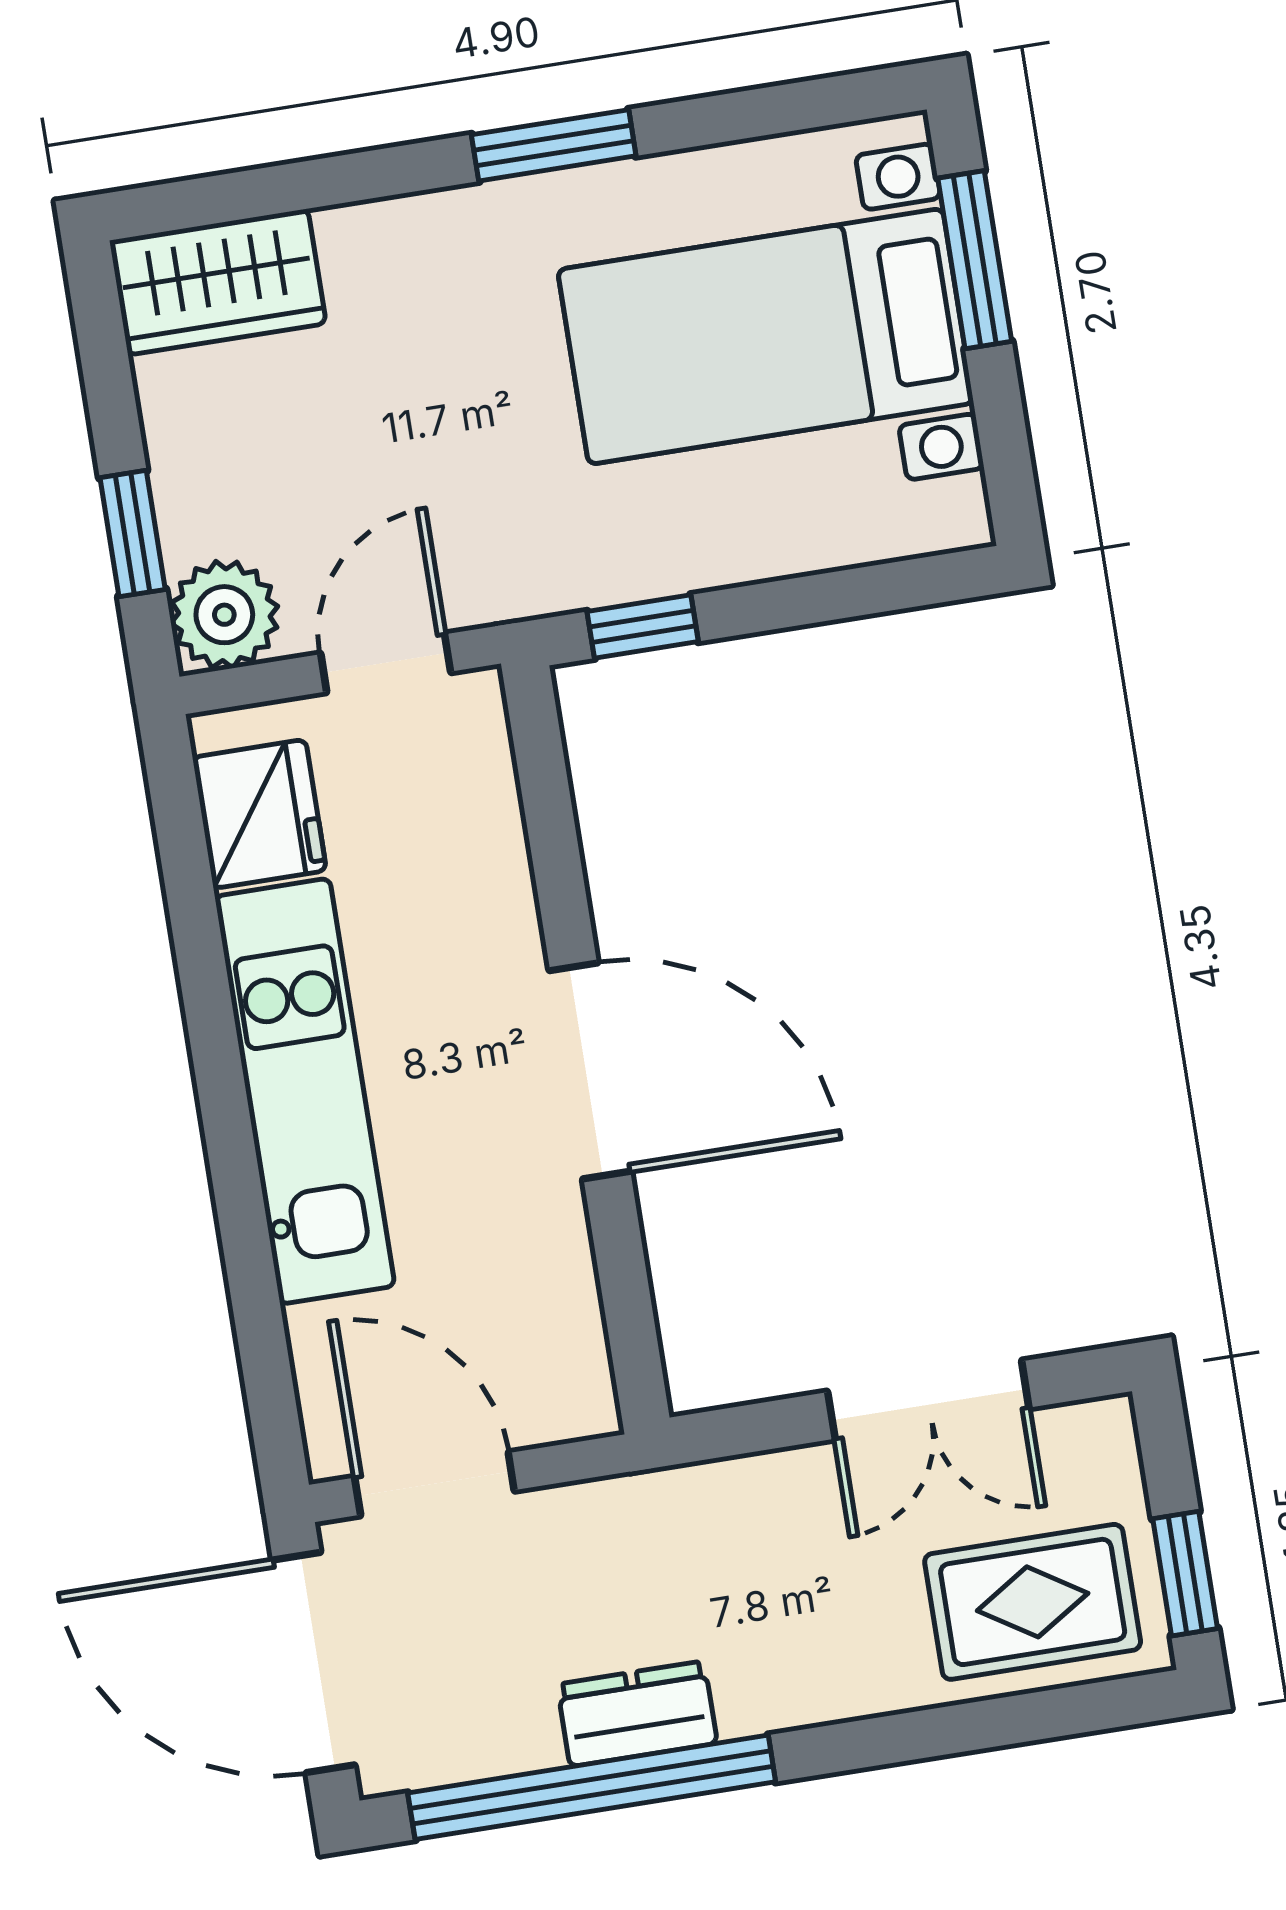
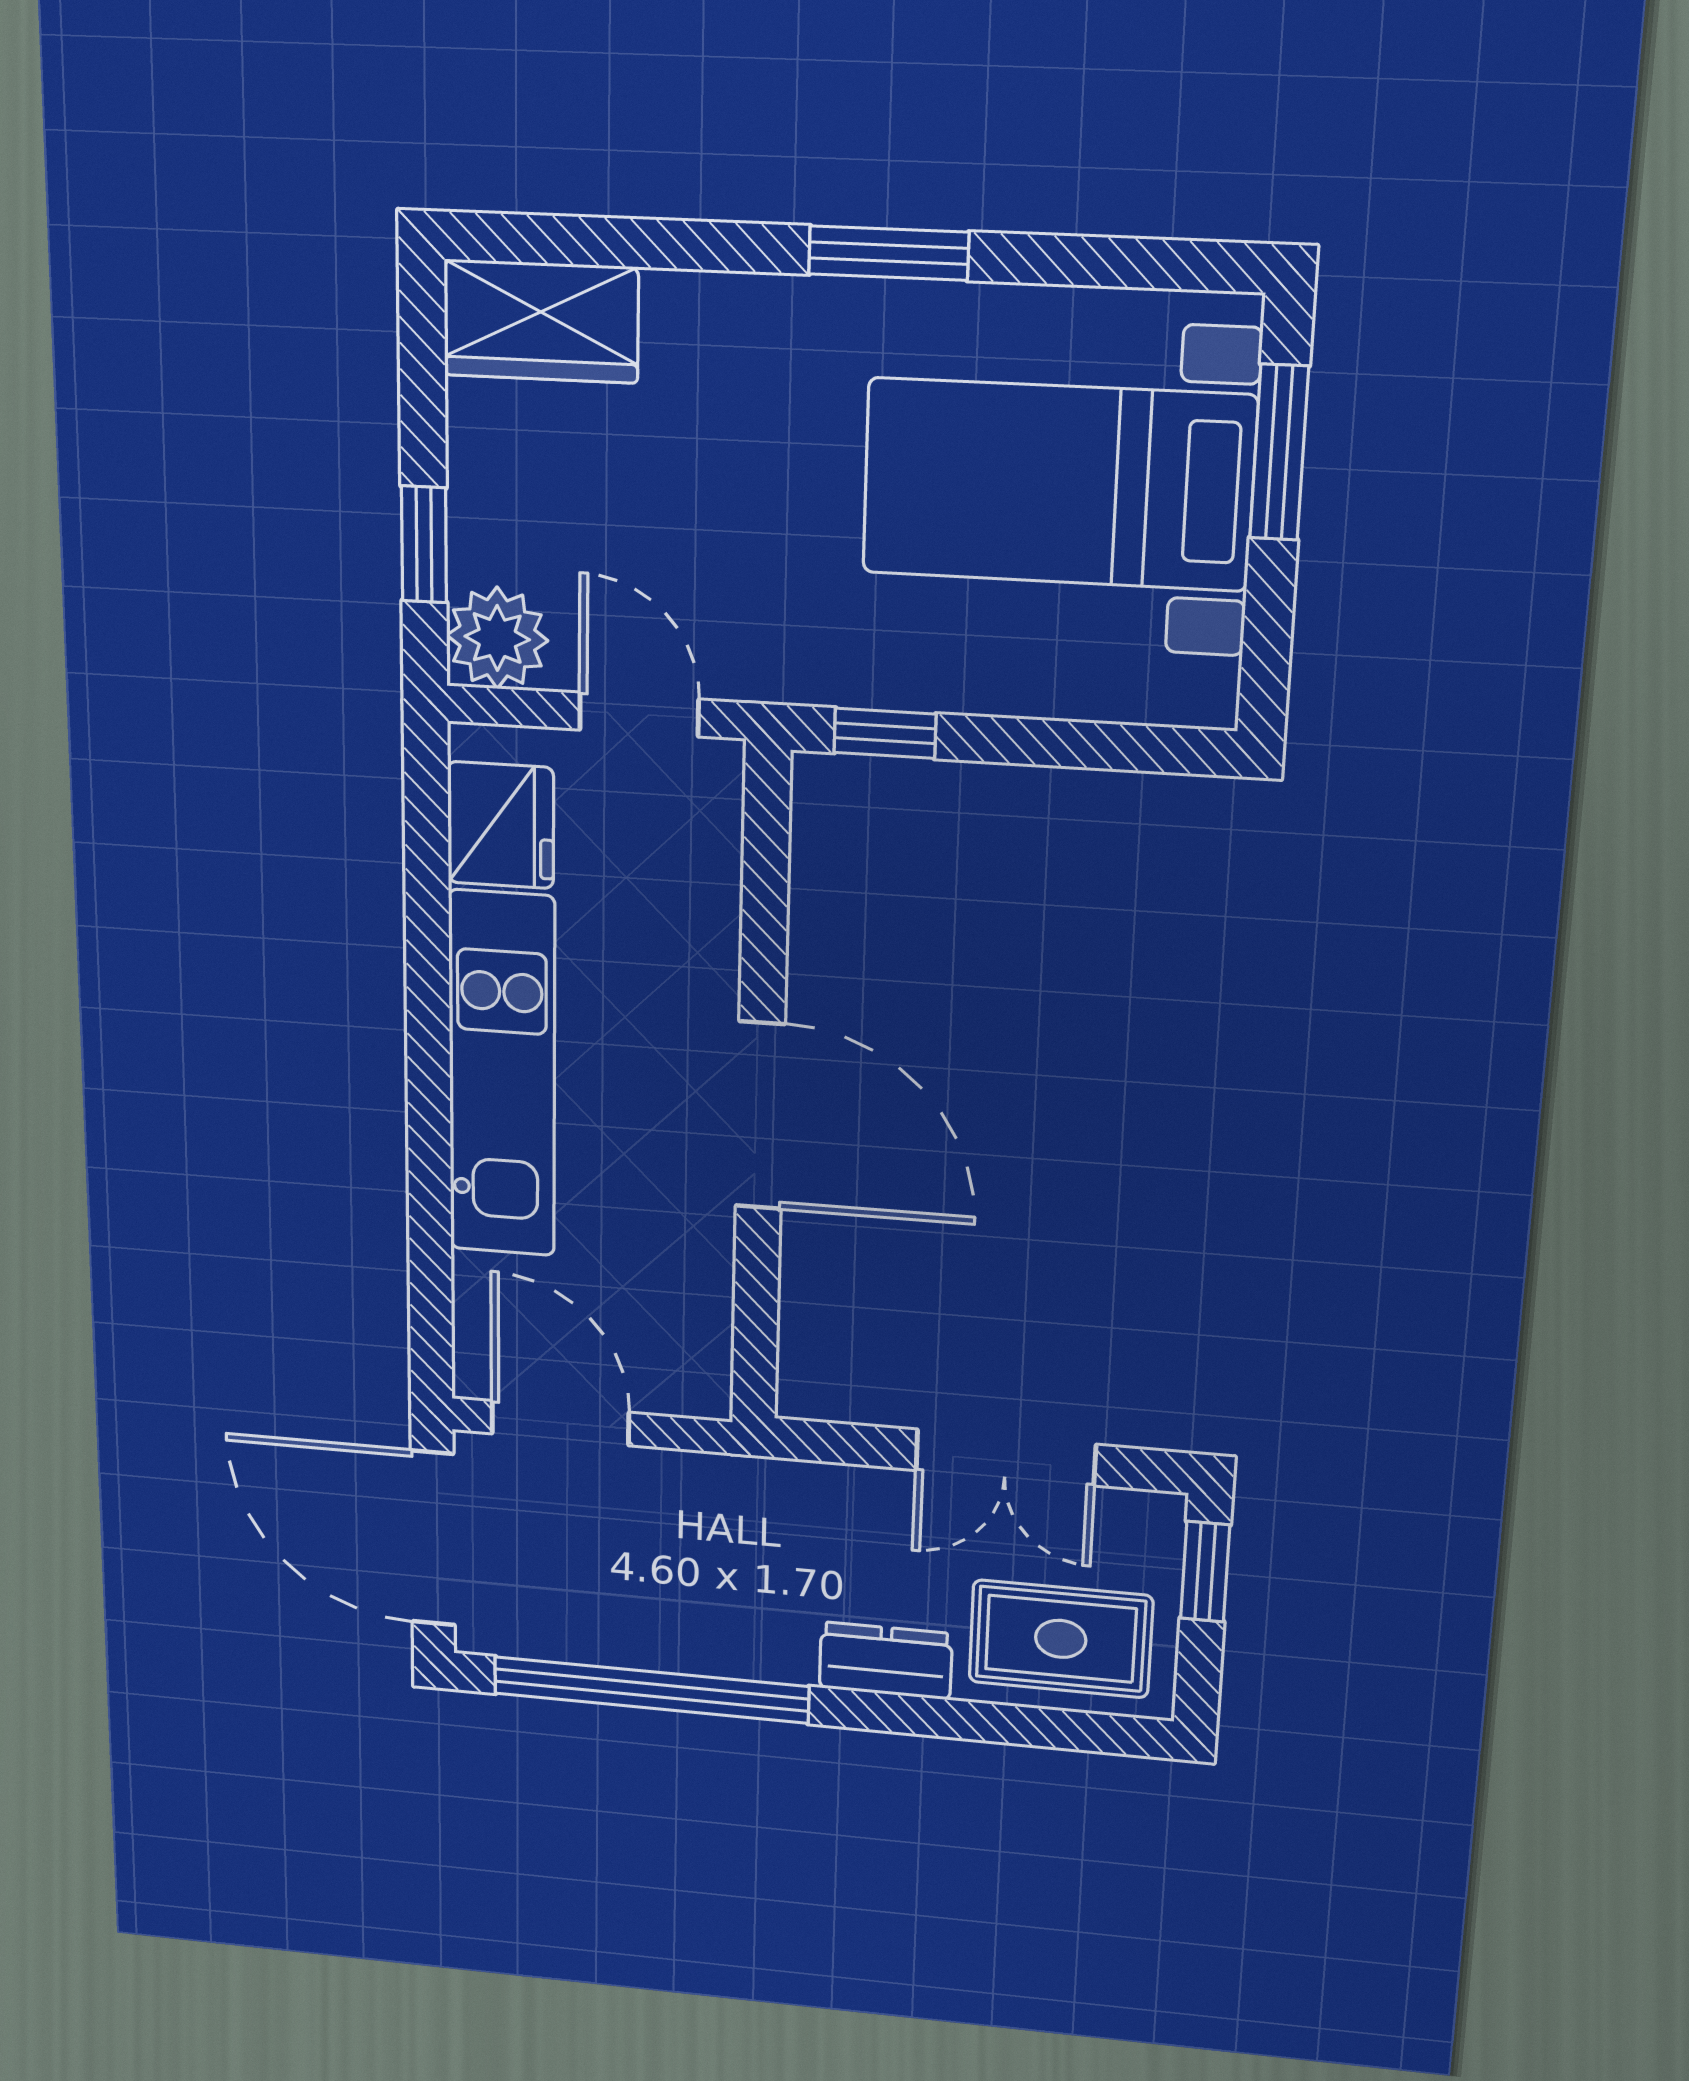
door: (386, 663) -> (639, 715), hinge flipped
window: (1185, 1574) -> (1205, 1572), moved
dresser: (637, 1714) -> (886, 1661), moved

